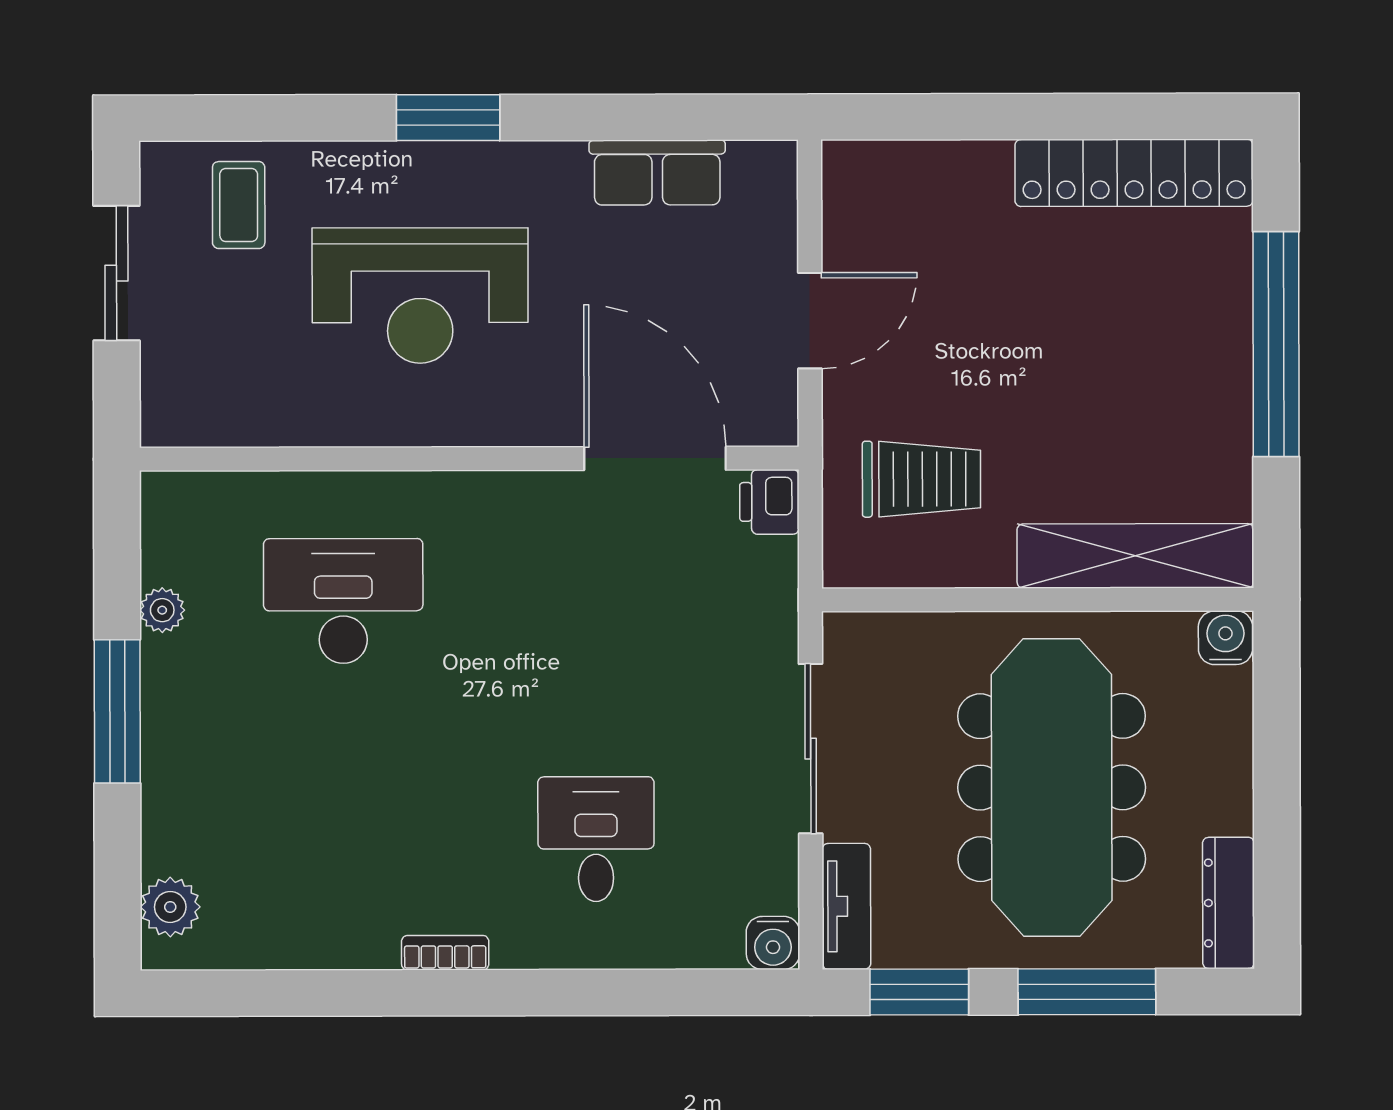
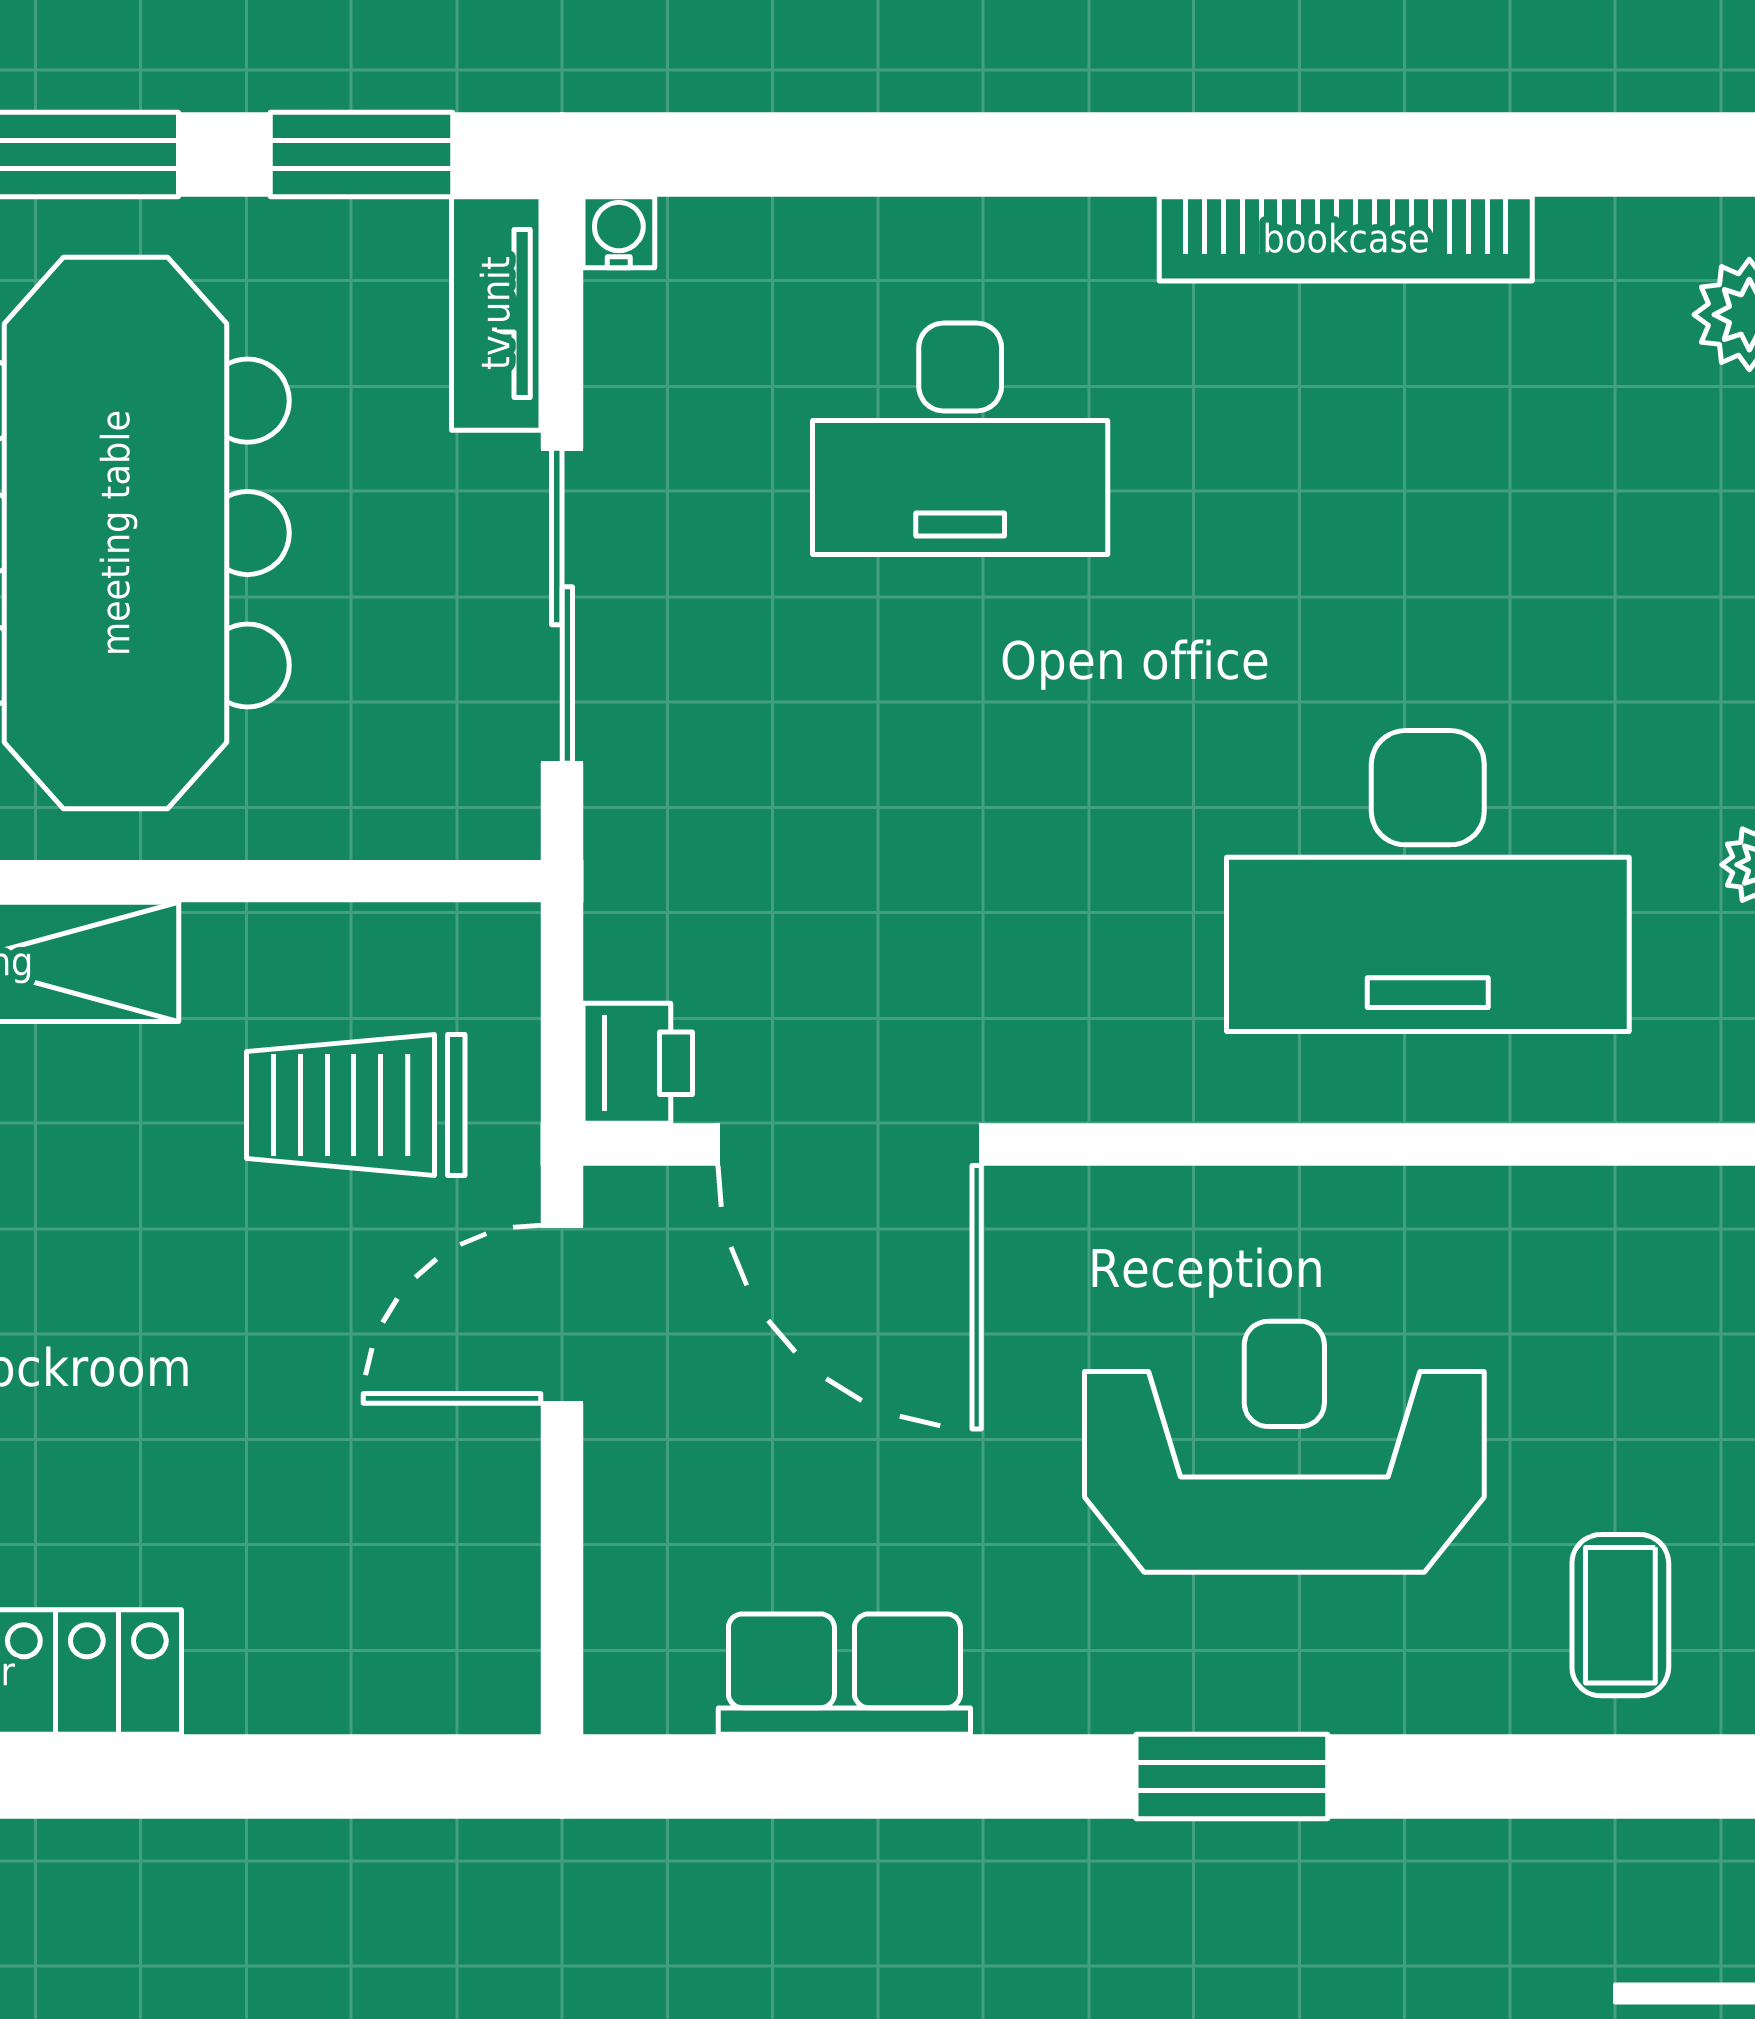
door: (810, 321) -> (562, 1314), moved
desk: (343, 601) -> (1428, 881), width x1.36, depth x1.30
desk: (596, 839) -> (960, 439), width x1.37
water cooler: (773, 943) -> (619, 232), width x0.72, depth x0.72
bookcase: (445, 953) -> (1346, 239), width x2.31, depth x1.31

